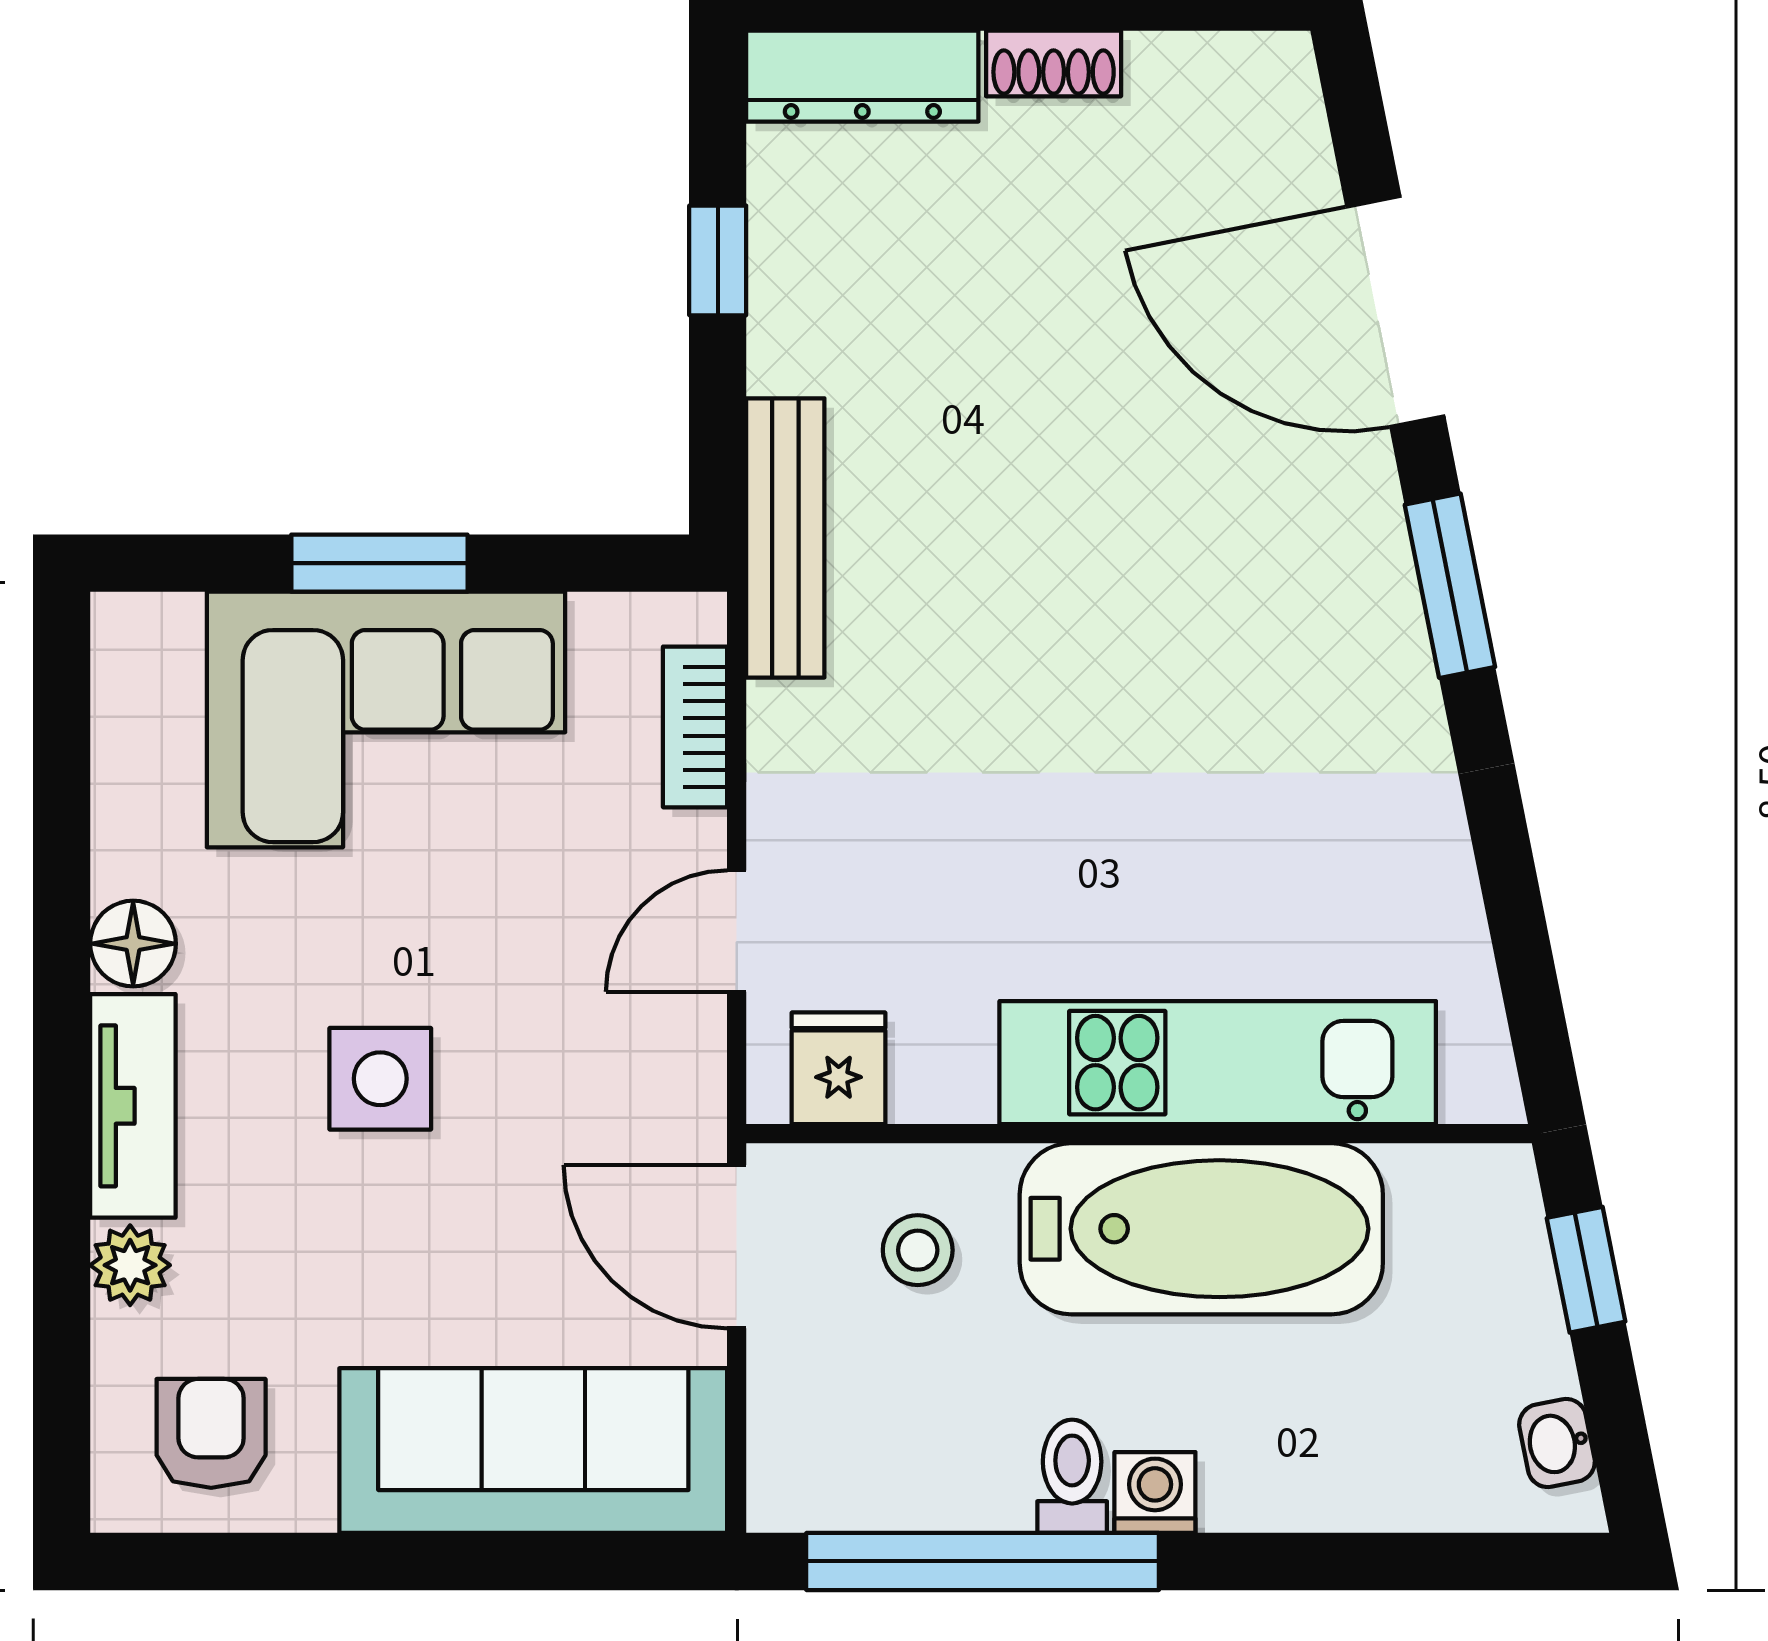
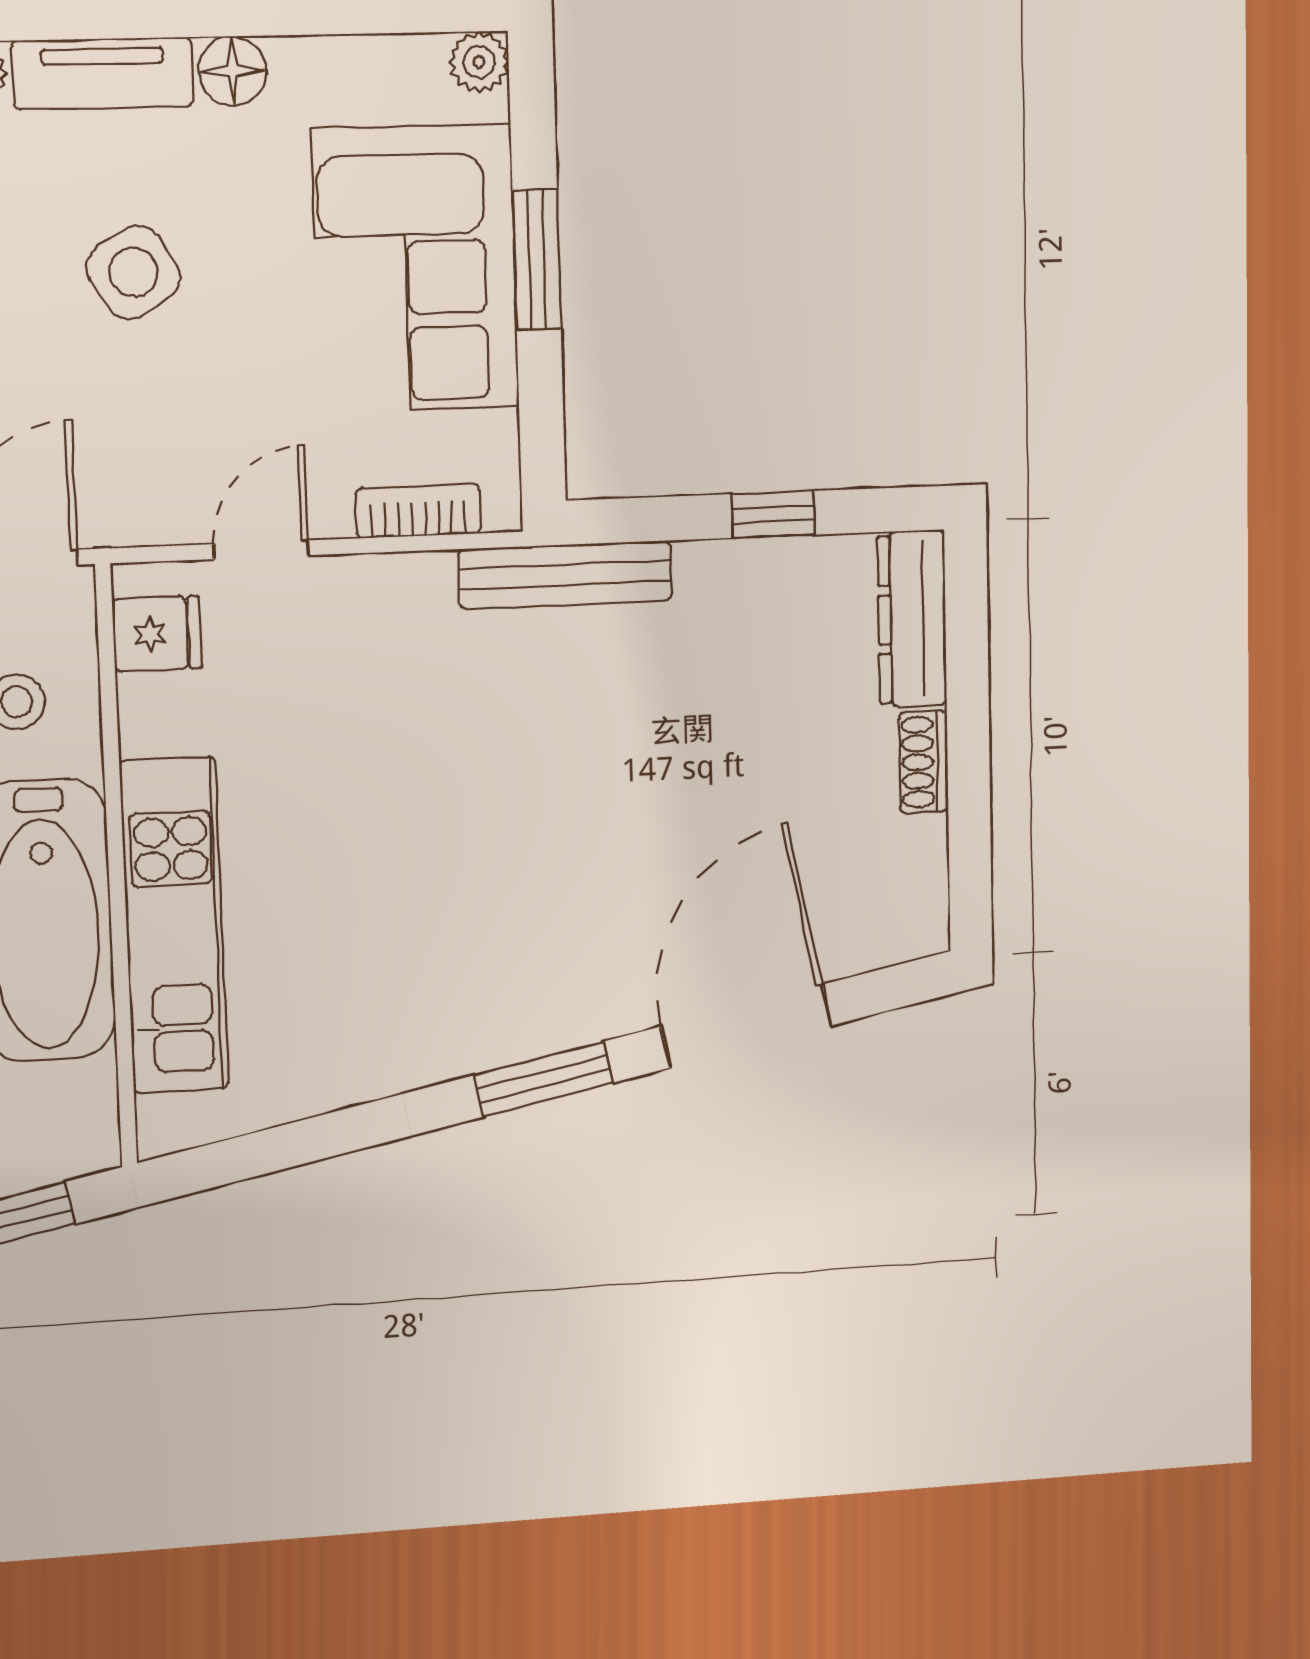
plant: (128, 630) -> (479, 62), added
door: (737, 931) -> (261, 550), hinge flipped
side table: (380, 1079) -> (133, 272), turned -31

